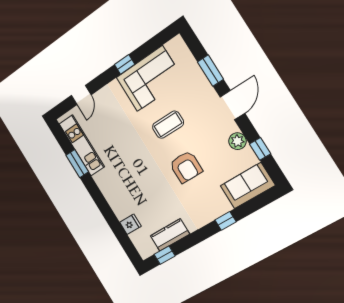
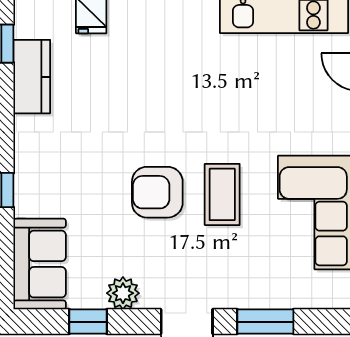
armchair: (186, 167) -> (157, 192), moved

